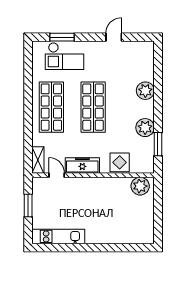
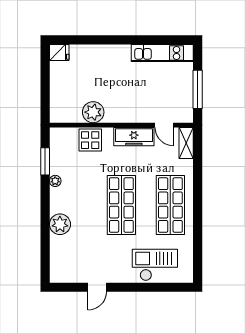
window: (62, 37) -> (158, 287), removed
plant: (145, 128) -> (55, 181), width x0.53, depth x0.53
plant: (140, 186) -> (93, 112), moved
window: (28, 205) -> (198, 89), width x1.44
fridge: (146, 237) -> (59, 52), added

